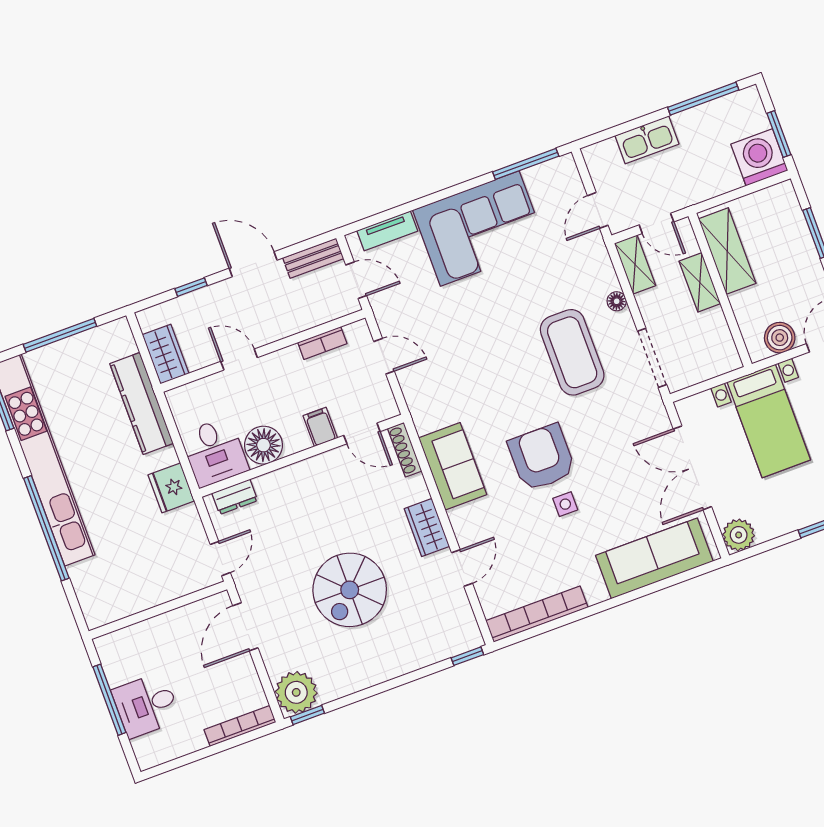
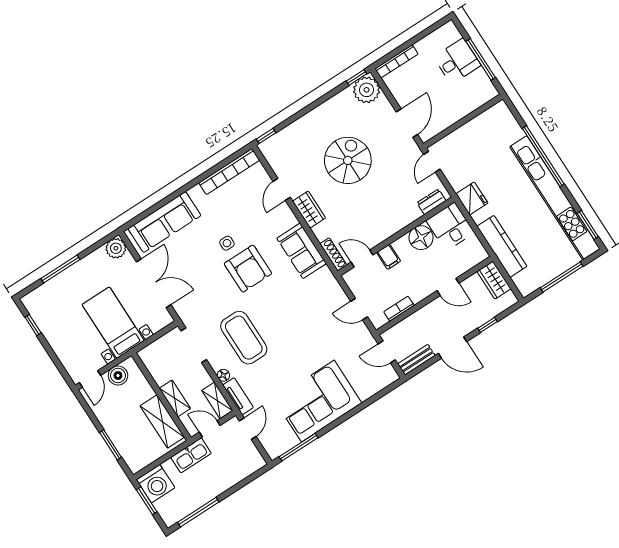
kitchen sink: (647, 140) -> (191, 455), moved, turned 180
tv unit: (387, 231) -> (238, 396), moved, turned 90

